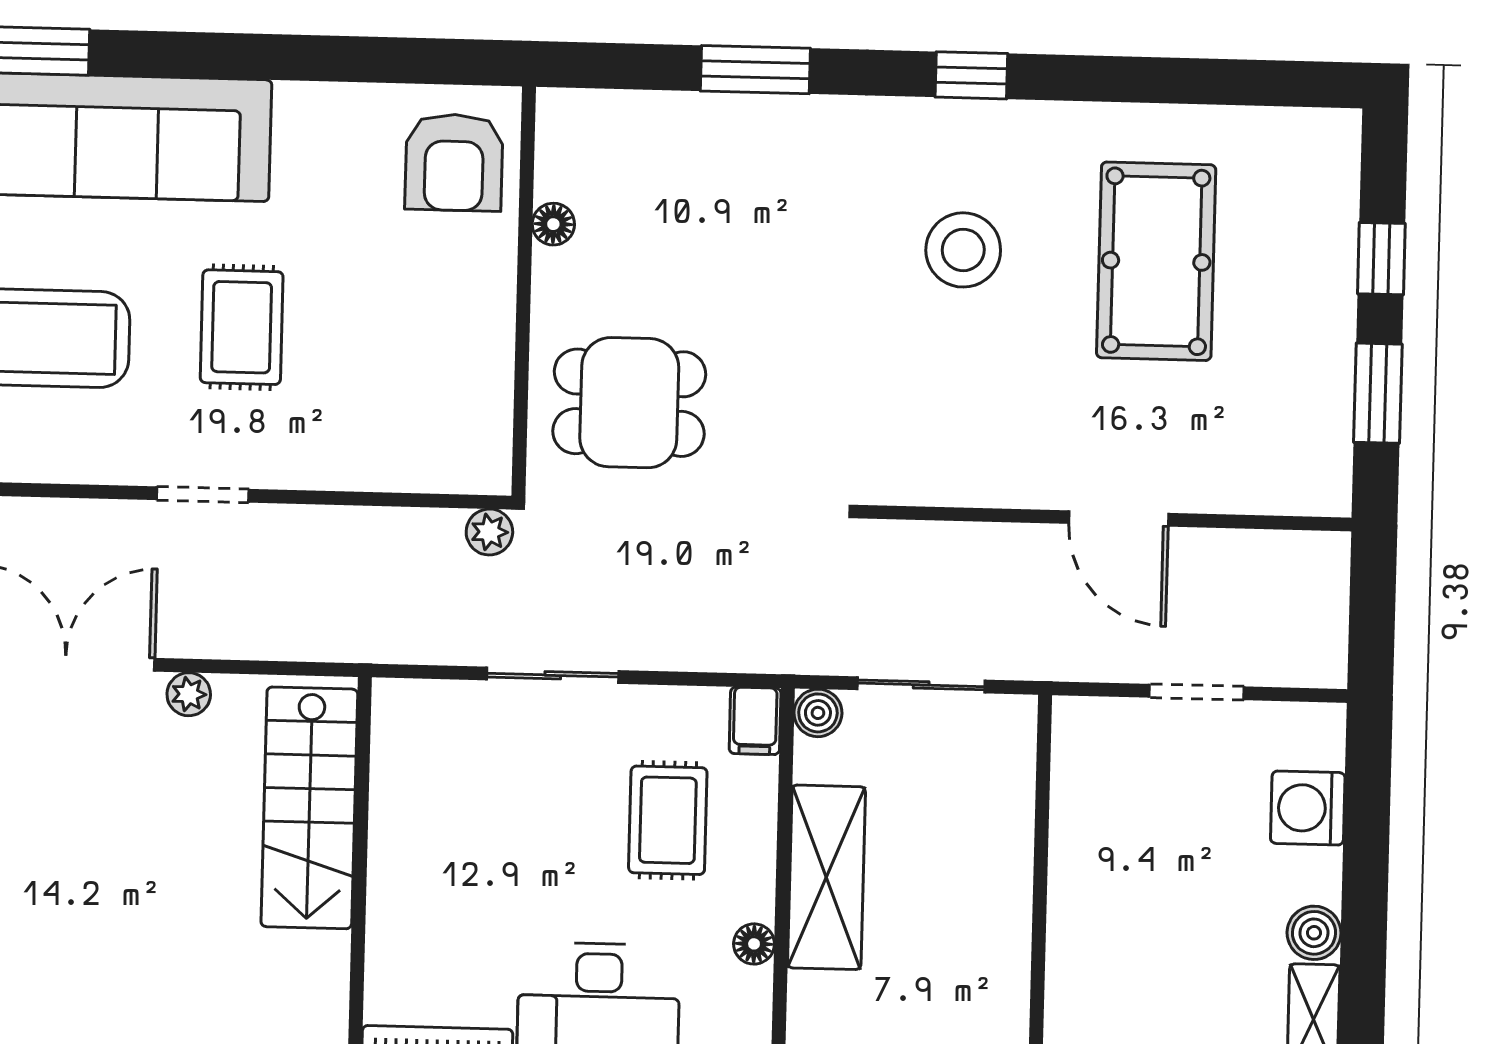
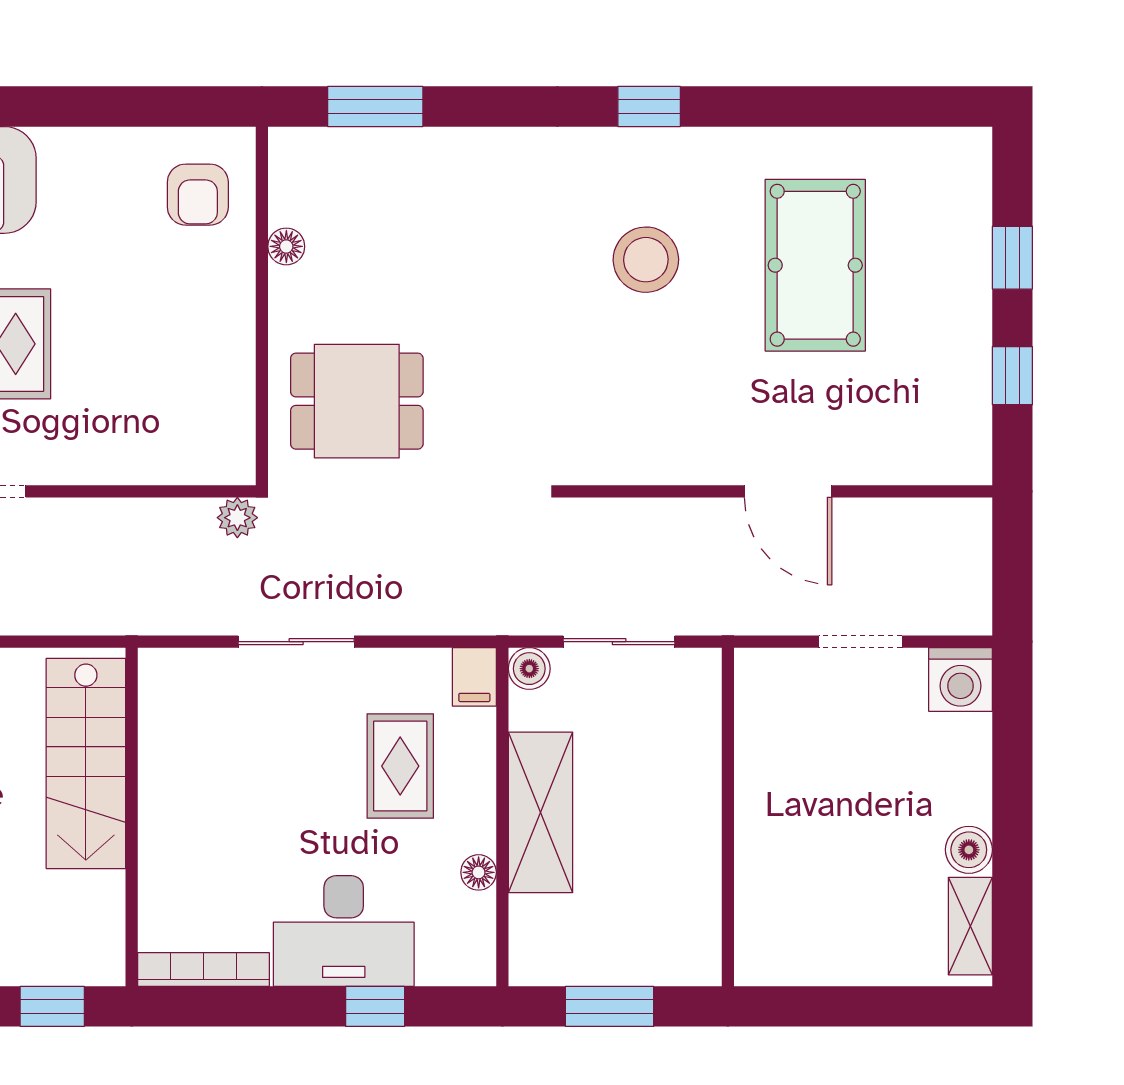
window: (755, 70) -> (375, 107), moved
armchair: (454, 162) -> (198, 195), width x0.72, depth x0.72
window: (1378, 393) -> (1012, 376), width x0.67
washing machine: (1308, 808) -> (961, 679), moved, turned -90

